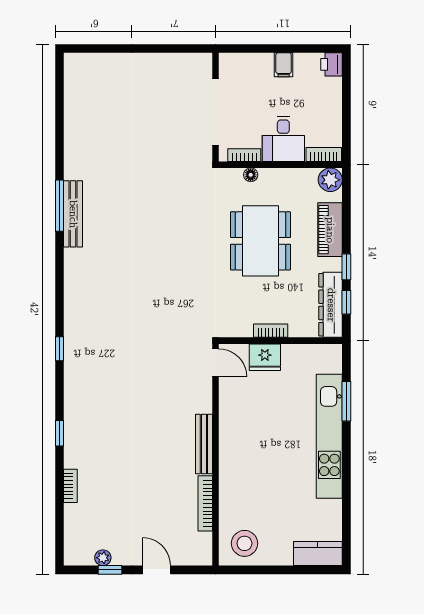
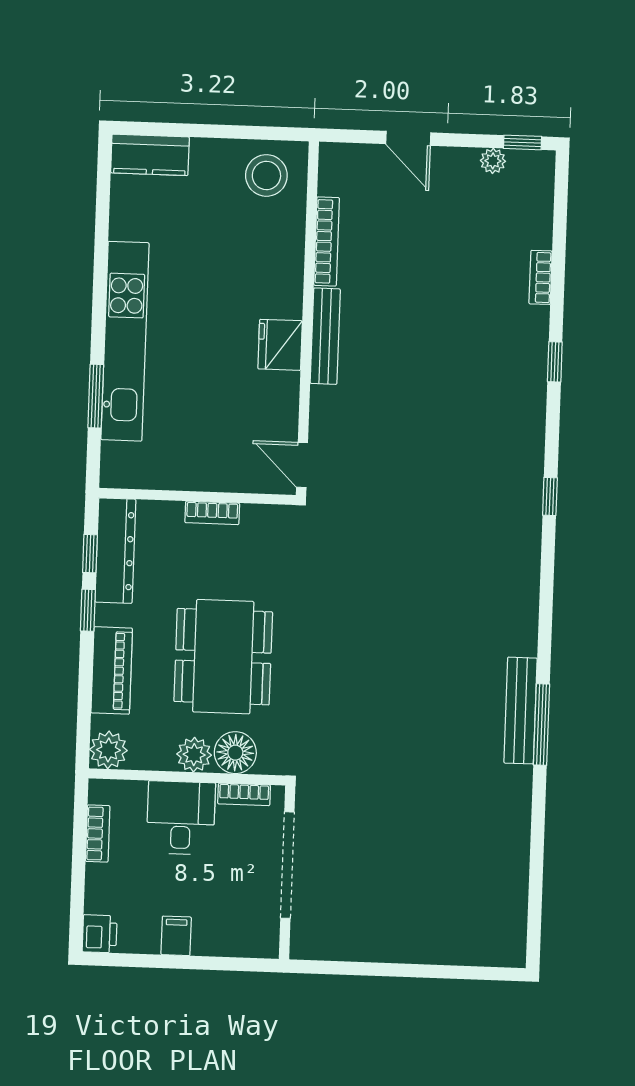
bookcase: (324, 154) -> (98, 834), moved, turned -90
floor lamp: (251, 175) -> (235, 753), width x1.89, depth x1.89
plant: (276, 179) -> (194, 755), added
fridge: (265, 357) -> (280, 345), moved, turned -90
window: (110, 570) -> (523, 142), moved

